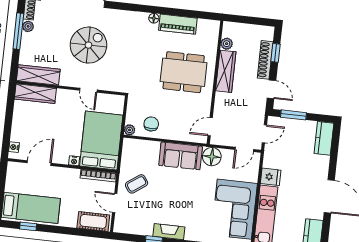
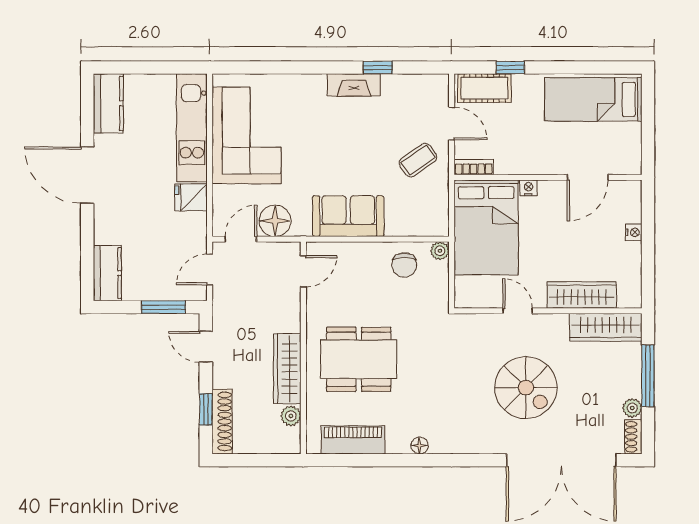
piano: (178, 24) -> (353, 440), moved
window: (18, 31) -> (648, 376), moved
spiral stairs: (88, 45) -> (526, 388), turned -90
shoe rack: (265, 60) -> (222, 421), moved
wardrobe: (35, 94) -> (582, 295), moved
nightstand: (14, 147) -> (634, 232), moved
floor lamp: (212, 157) -> (275, 221), moved
bookcase: (98, 176) -> (474, 167), width x0.64
window: (28, 226) -> (510, 67), moved

